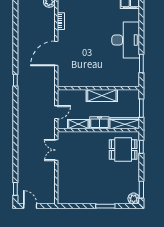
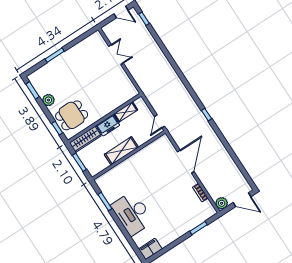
door: (56, 112) -> (160, 121), moved
double door: (56, 150) -> (116, 55), moved
plant: (134, 199) -> (48, 100), moved

